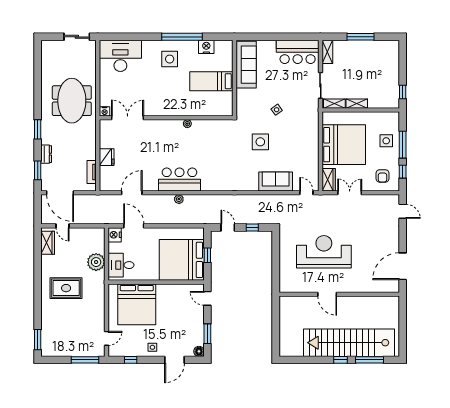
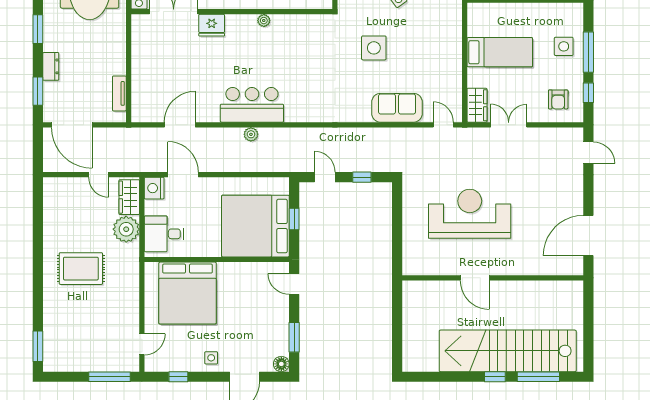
bed: (344, 145) -> (500, 52), width x0.49
fridge: (107, 157) -> (212, 25), moved, turned 90
door: (63, 226) -> (99, 175), moved
wardrobe: (48, 243) -> (129, 197), moved, turned 180

